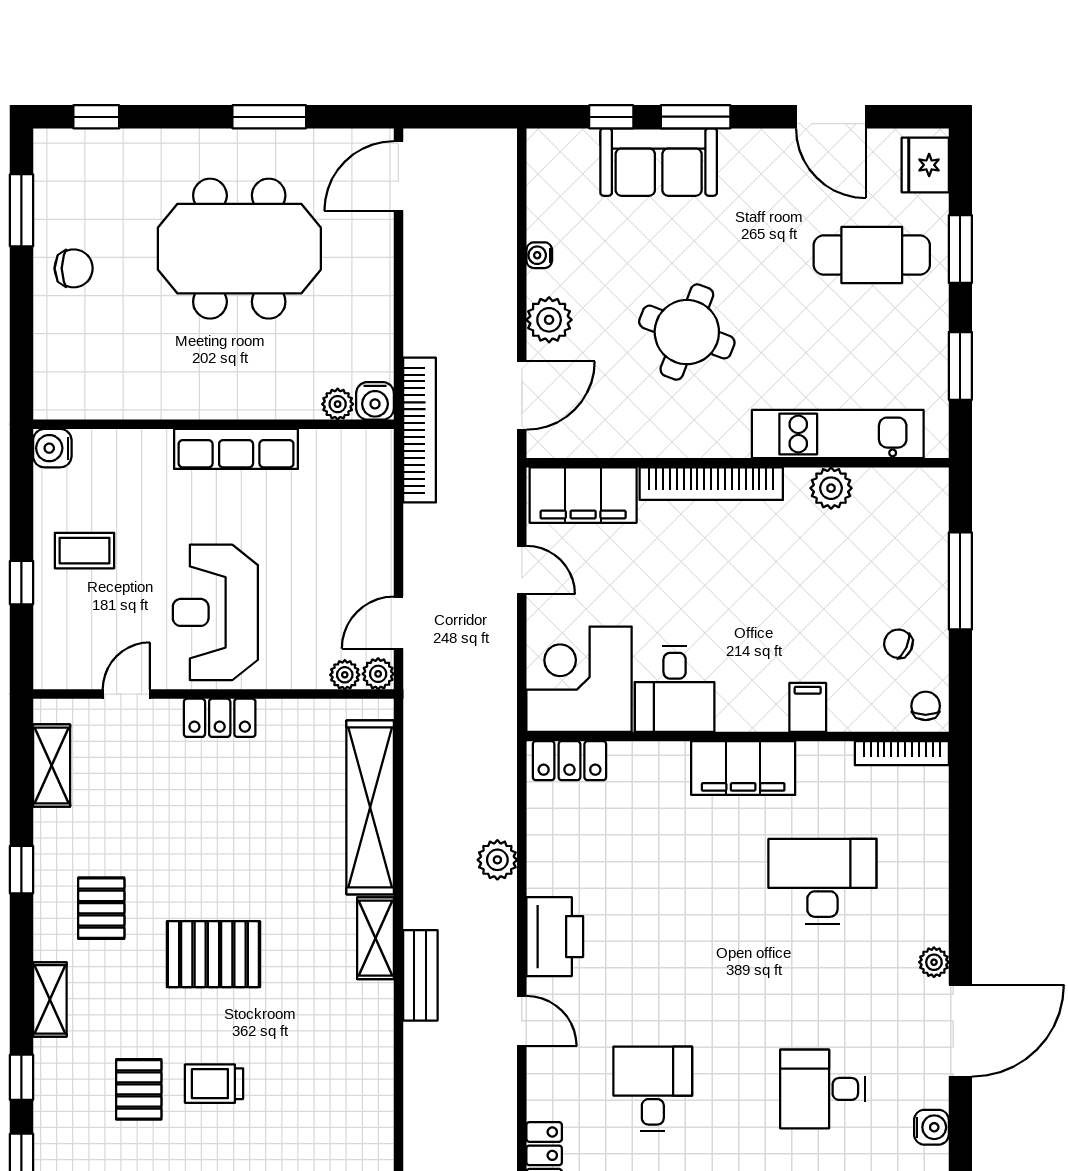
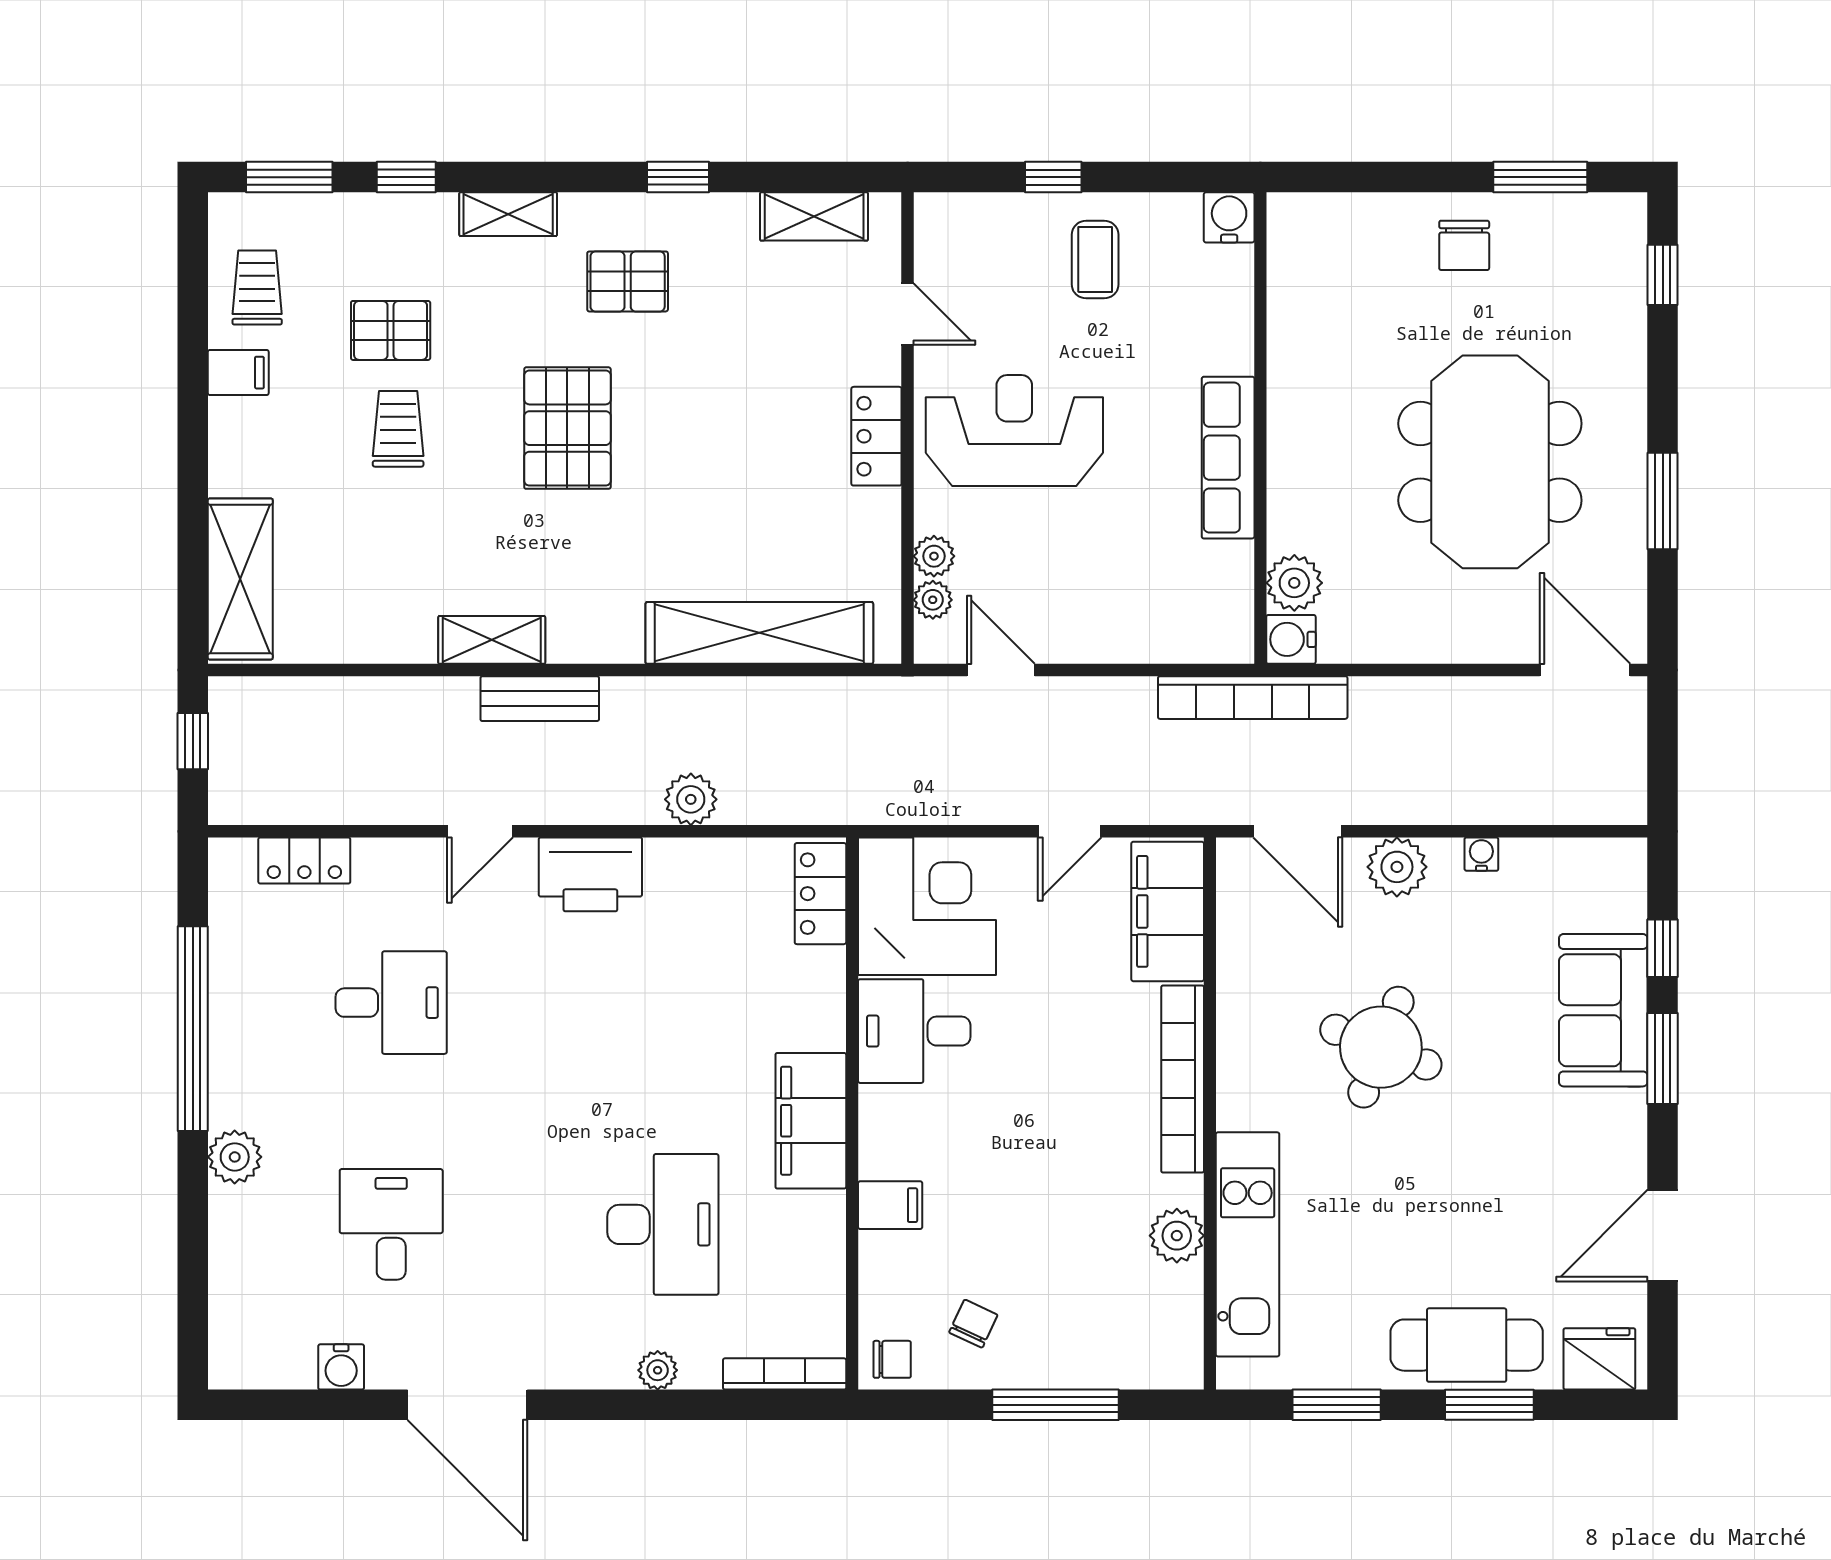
cafe table: (872, 255) -> (1467, 1345), moved, turned 90
plant: (338, 404) -> (1294, 583), width x1.38, depth x1.38
plant: (378, 674) -> (934, 556), moved
bookcase: (902, 753) -> (785, 1374), moved, turned 90
shelving: (375, 938) -> (492, 640), moved
plant: (934, 962) -> (658, 1370), moved

